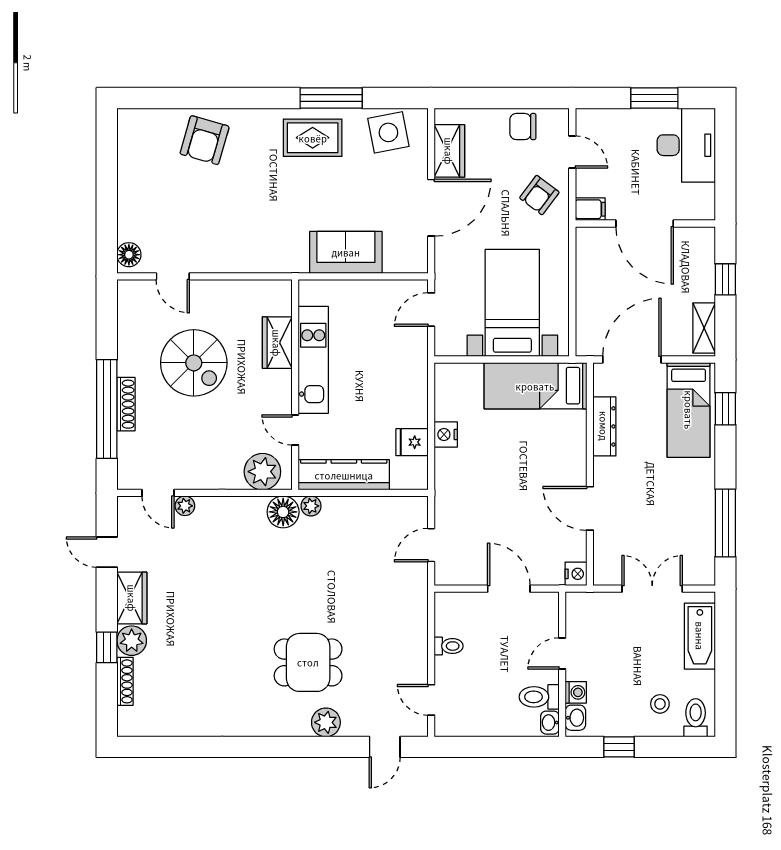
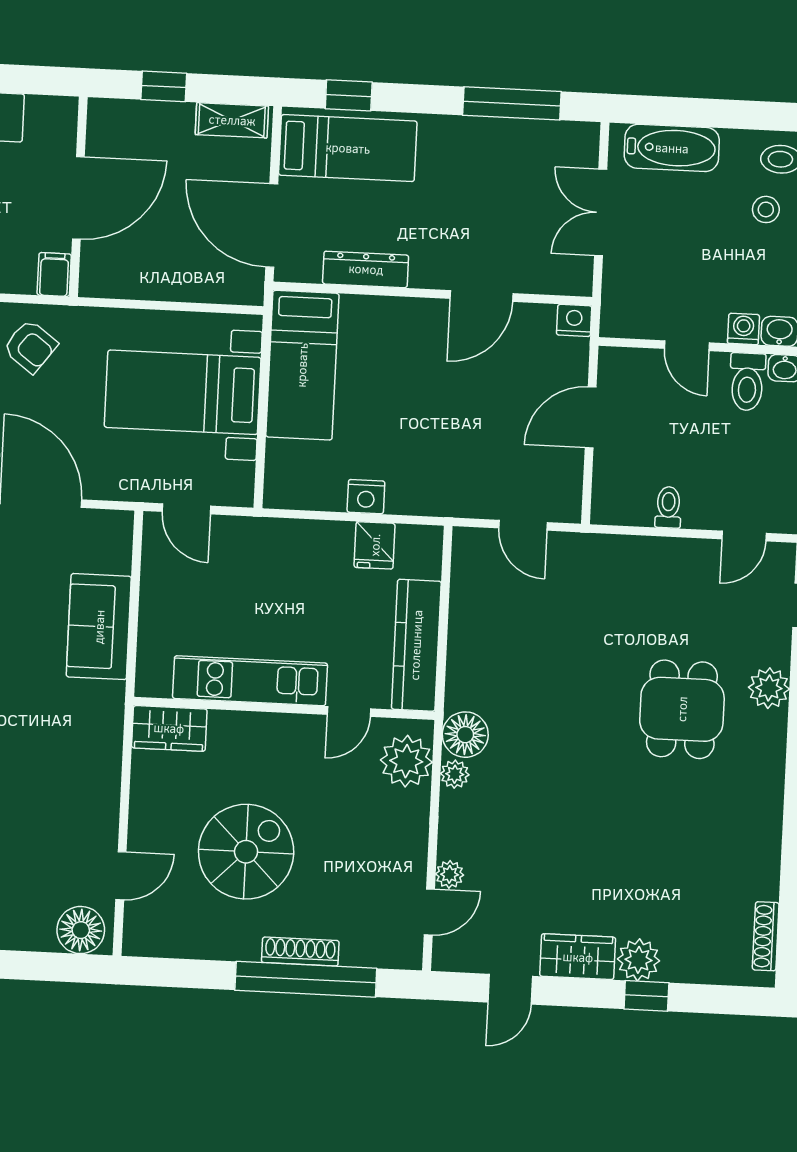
floor lamp: (129, 255) -> (81, 930), width x1.38, depth x1.38
wardrobe: (277, 343) -> (169, 728), moved
plant: (311, 506) -> (455, 774), moved
shoe rack: (125, 681) -> (766, 936), moved, turned -90

